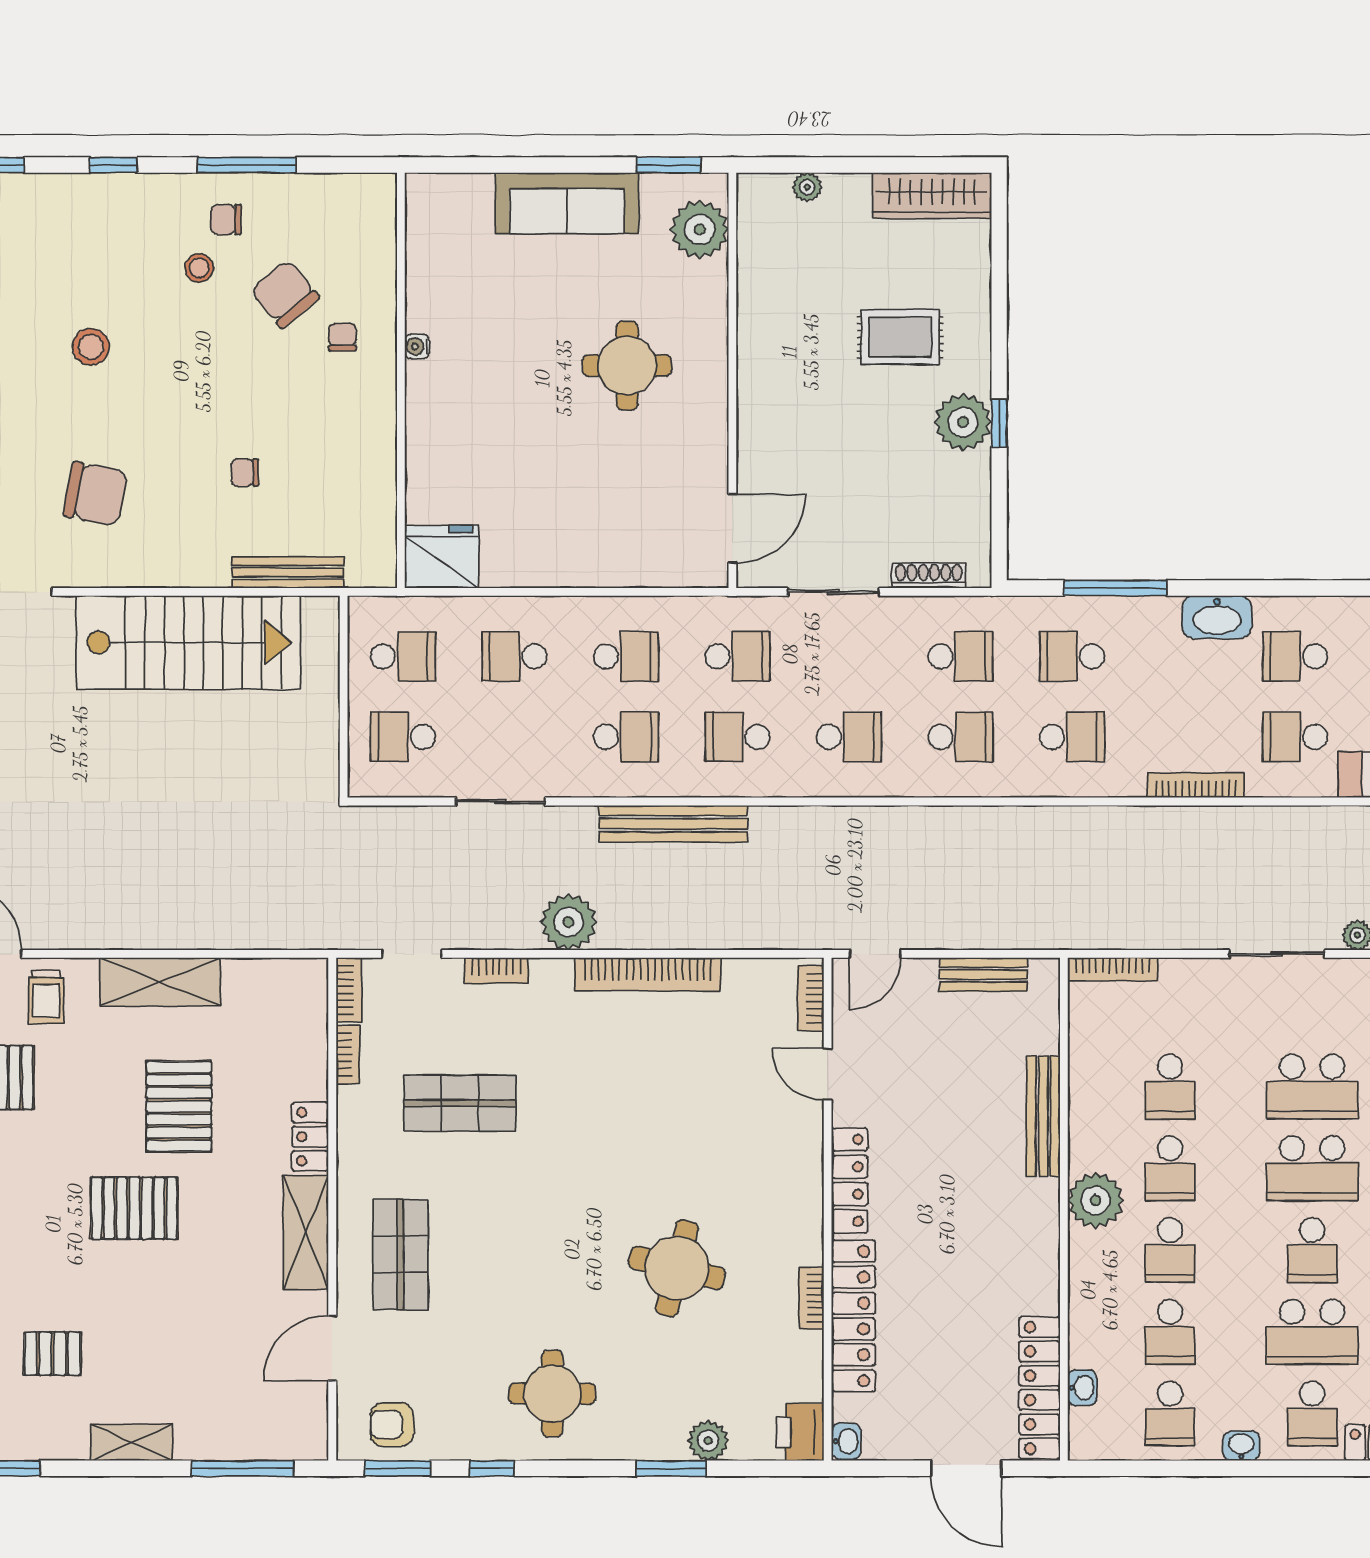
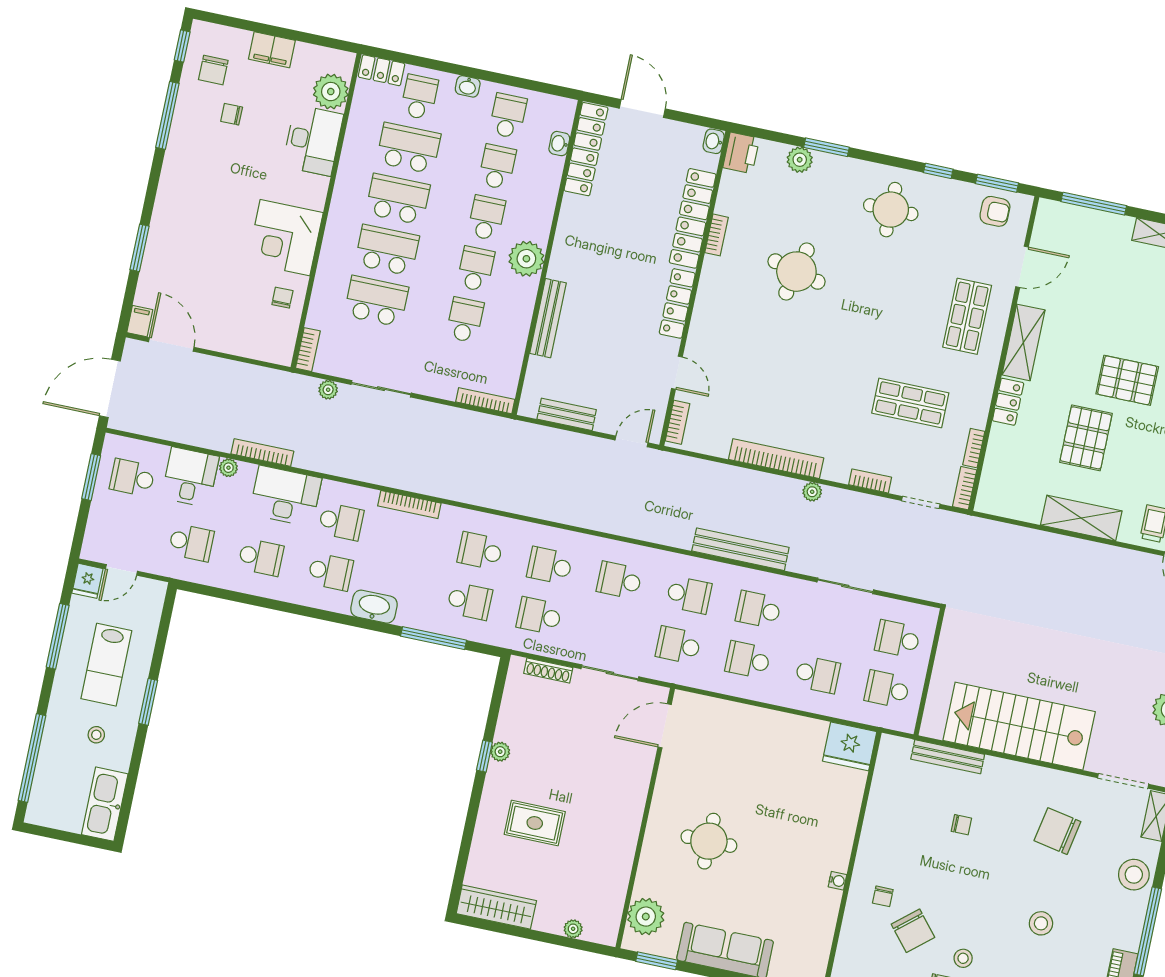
plant: (963, 422) -> (500, 752), width x0.53, depth x0.53
school desk: (403, 737) -> (898, 639), turned 180
plant: (569, 922) -> (812, 492), width x0.53, depth x0.53
school desk: (1312, 1250) -> (398, 199), width x1.85

